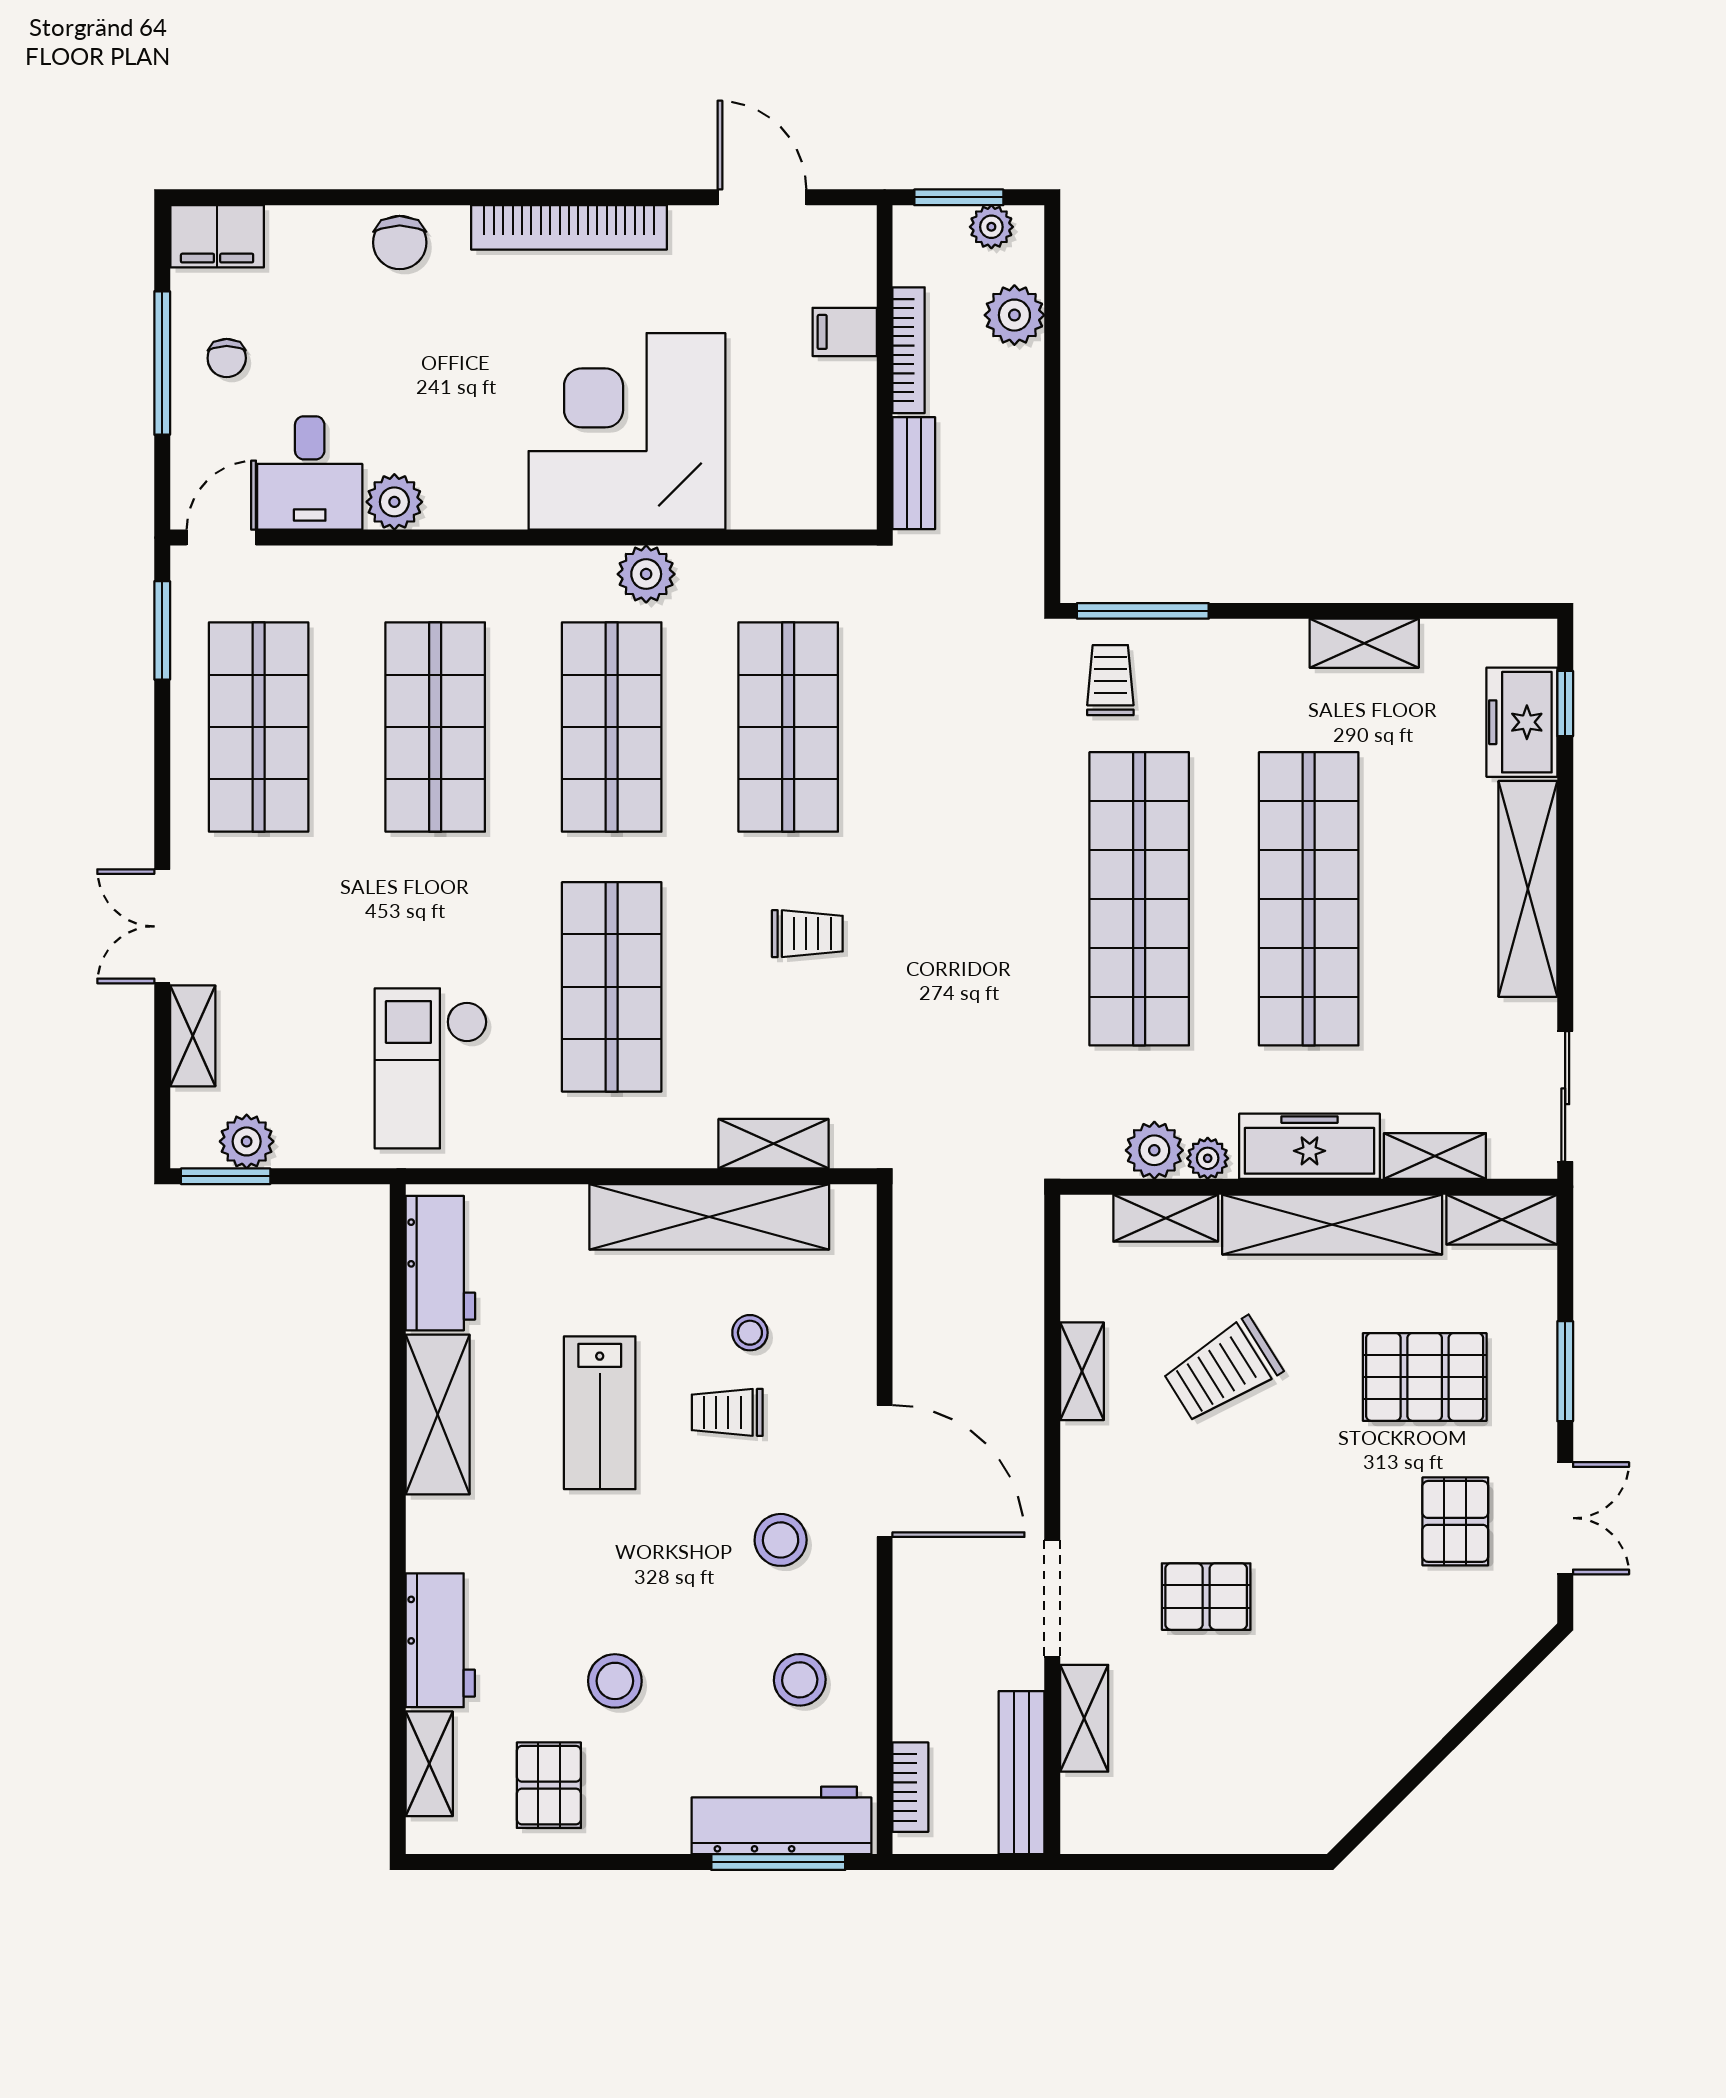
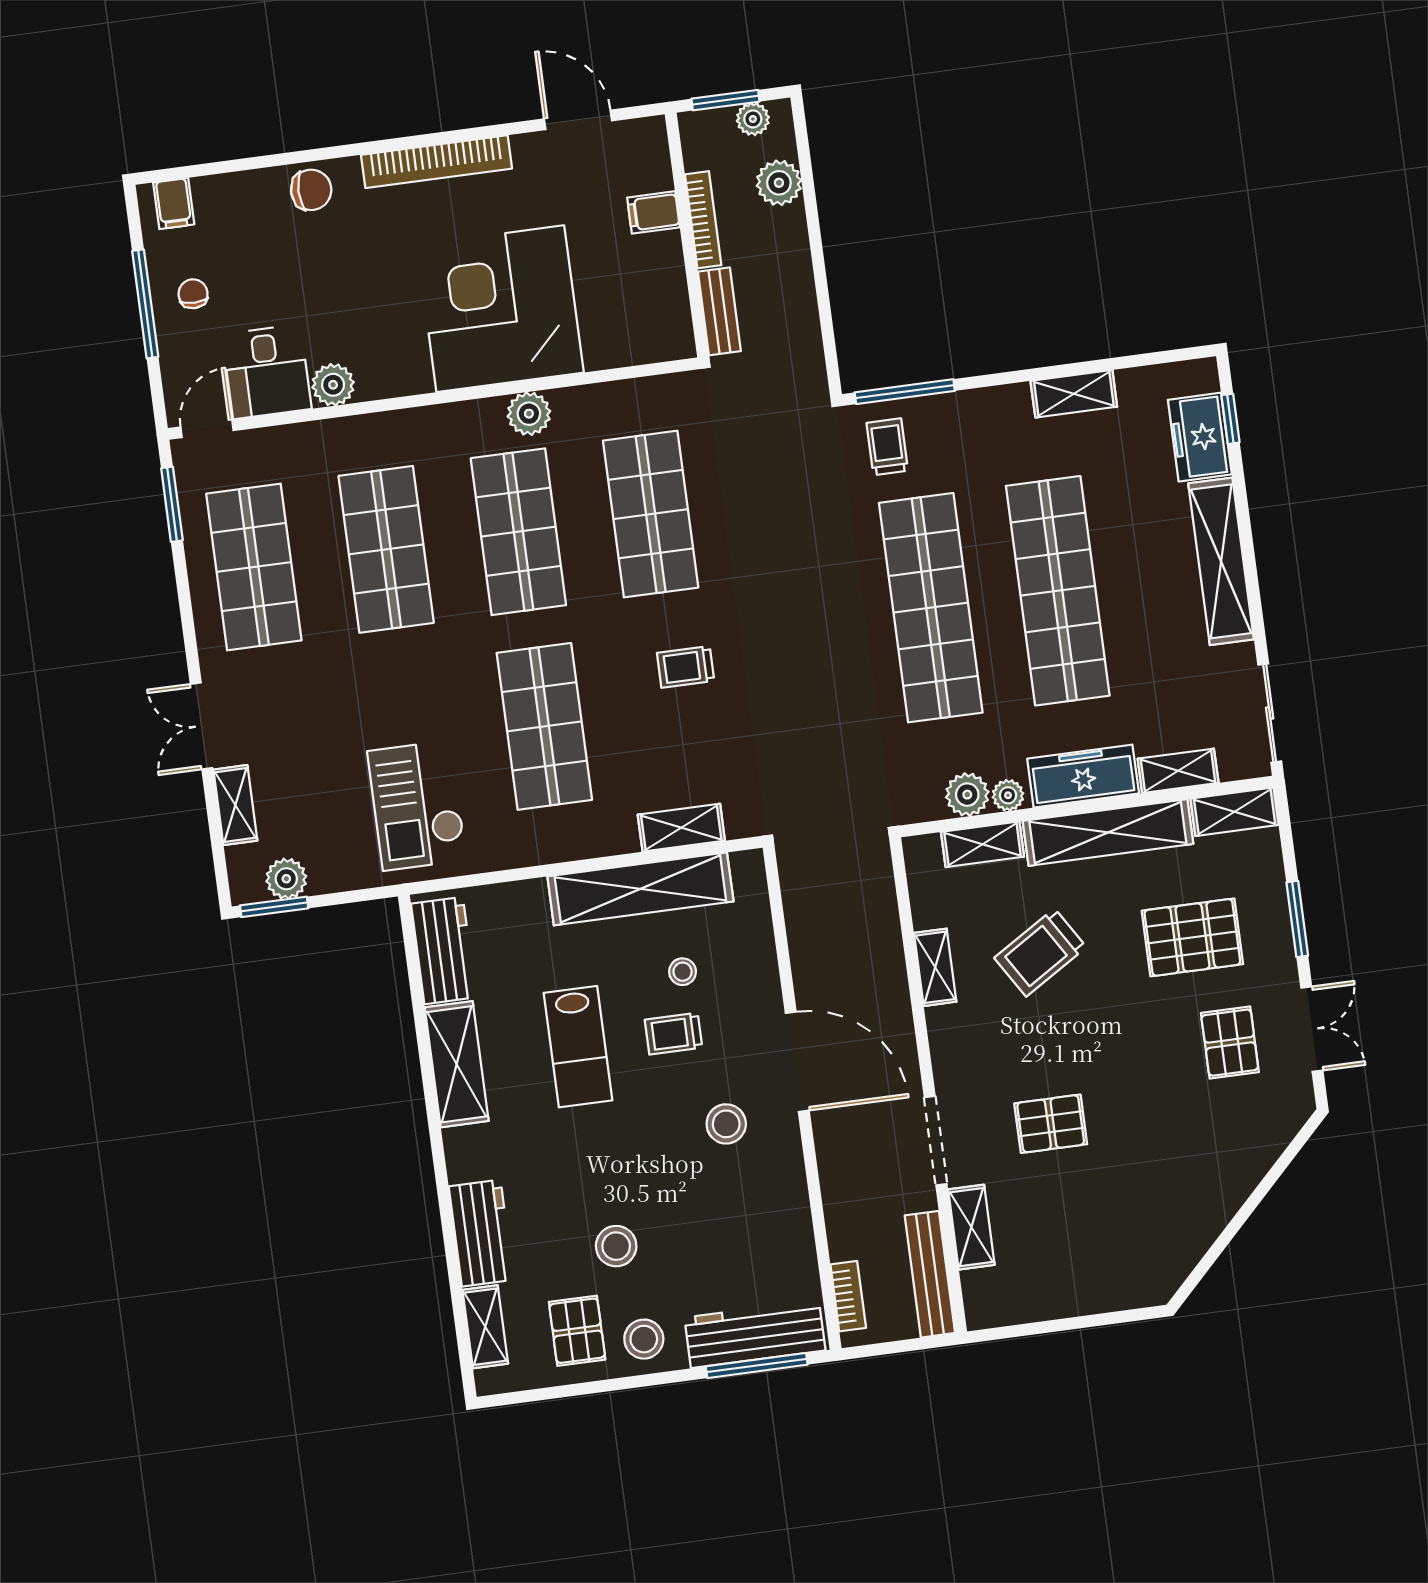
filing cabinet: (217, 236) -> (174, 203), width x0.50
chair: (400, 243) -> (311, 190), turned -90
chair: (227, 358) -> (193, 294), turned 180
trolley: (807, 934) -> (686, 667), turned 180
stool: (800, 1680) -> (644, 1339), moved

